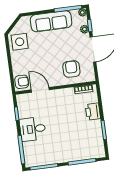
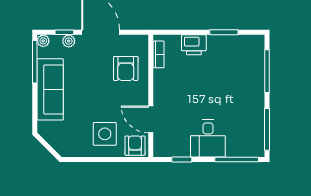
side table: (20, 42) -> (105, 134), moved
armchair: (71, 69) -> (126, 68), turned -90
door: (40, 90) -> (151, 119), hinge flipped

